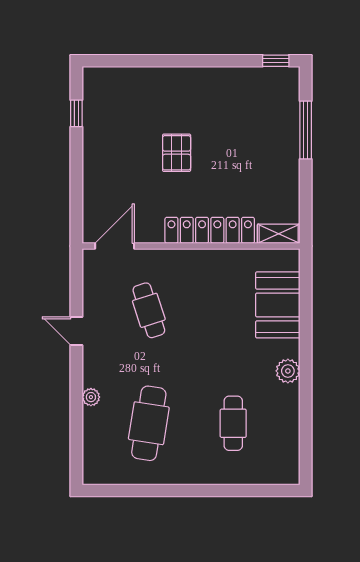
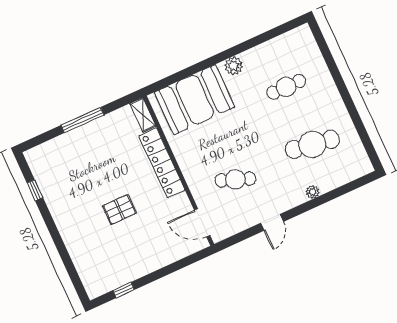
window: (276, 61) -> (35, 190), moved
window: (306, 130) -> (82, 120), moved
booth: (278, 305) -> (195, 100), width x1.36, depth x1.42
cafe table: (149, 310) -> (235, 179), turned 39

